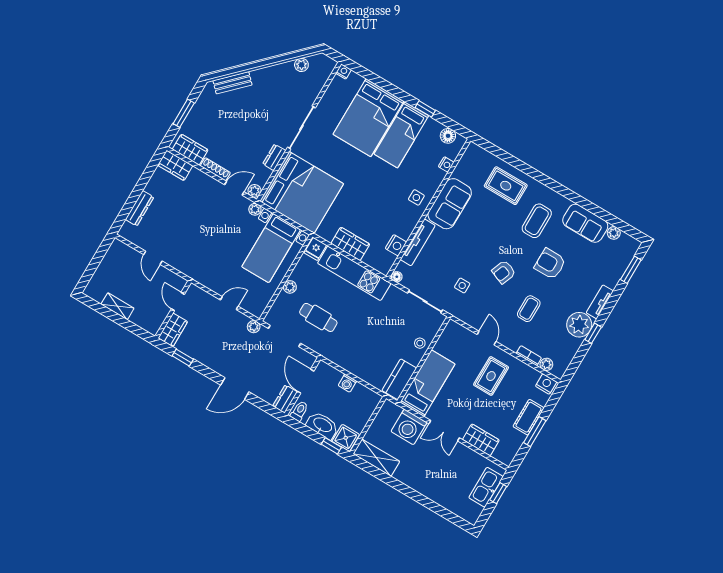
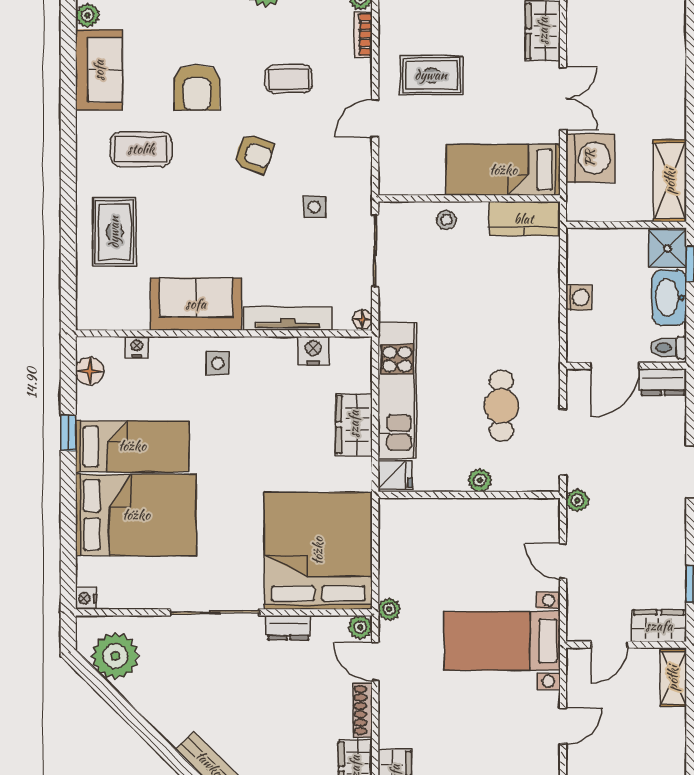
plant: (301, 65) -> (115, 656), width x1.88, depth x1.88
bed with nightstands: (271, 248) -> (502, 641), moved, turned 180
shelving: (118, 306) -> (673, 678), moved

